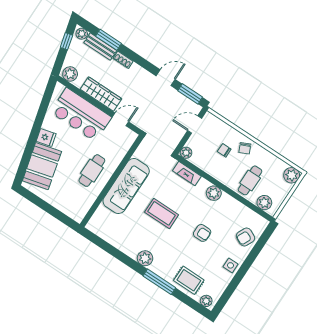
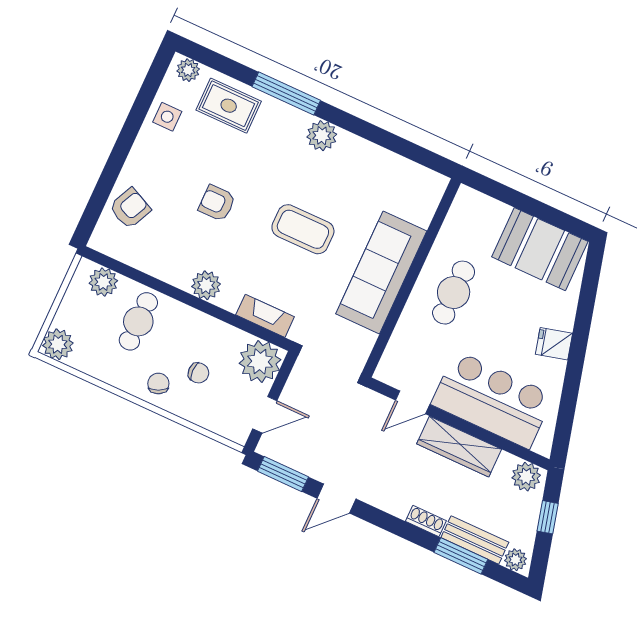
window: (66, 41) -> (548, 517), moved
plant: (186, 153) -> (260, 361), width x1.88, depth x1.88
booth: (42, 166) -> (540, 249), moved, turned -76
side table: (230, 265) -> (167, 117), moved

